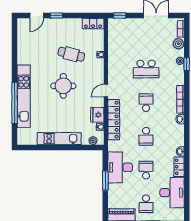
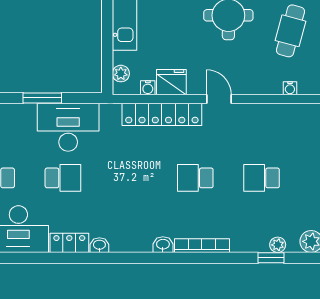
school desk: (146, 69) -> (262, 178), width x0.54
school desk: (146, 103) -> (195, 178), turned 180
school desk: (146, 136) -> (129, 178), removed

